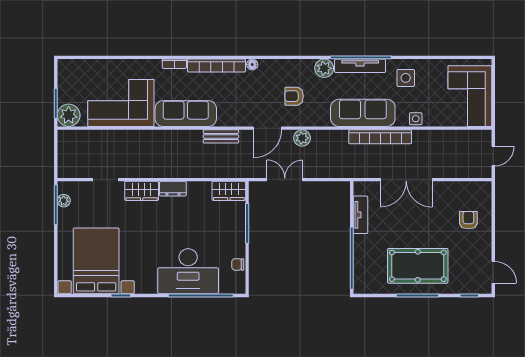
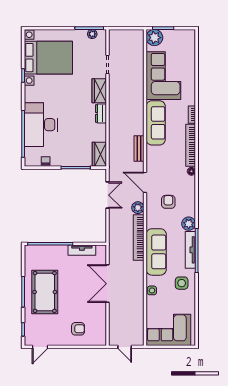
bookcase: (380, 137) -> (139, 237), moved

